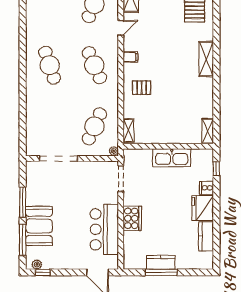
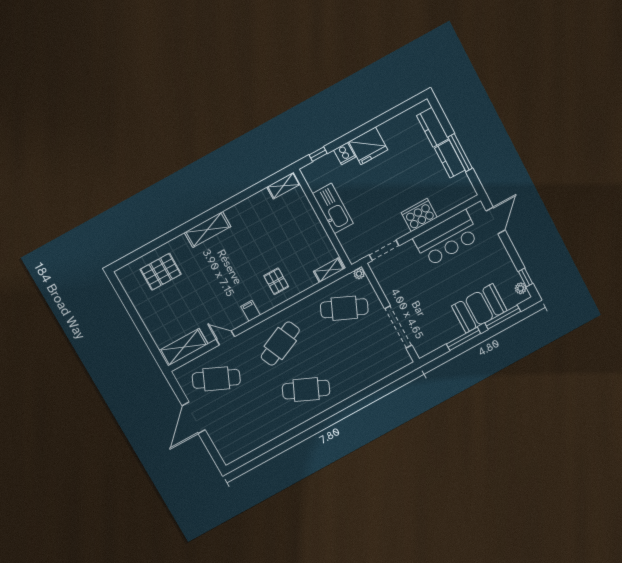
cafe table: (50, 65) -> (306, 390), turned 42
kitchen counter: (206, 236) -> (433, 127), moved, turned 90

